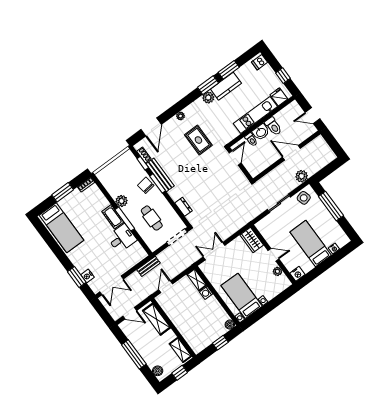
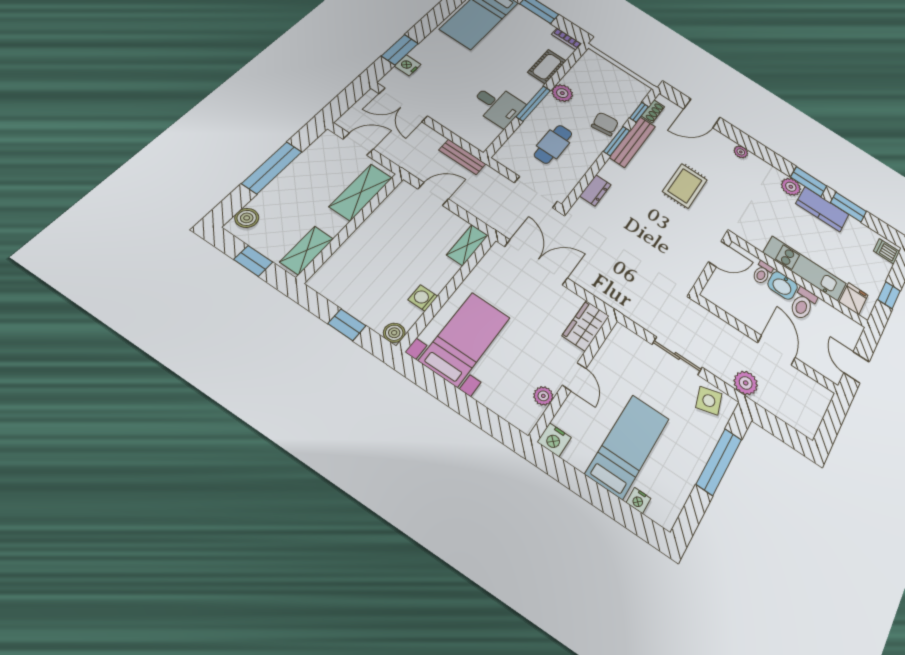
rug: (198, 140) -> (685, 186), moved
cot: (113, 217) -> (547, 67), moved
double door: (214, 251) -> (536, 262), width x1.37
washing machine: (206, 293) -> (423, 298), moved
door: (130, 313) -> (358, 144), swing flipped

